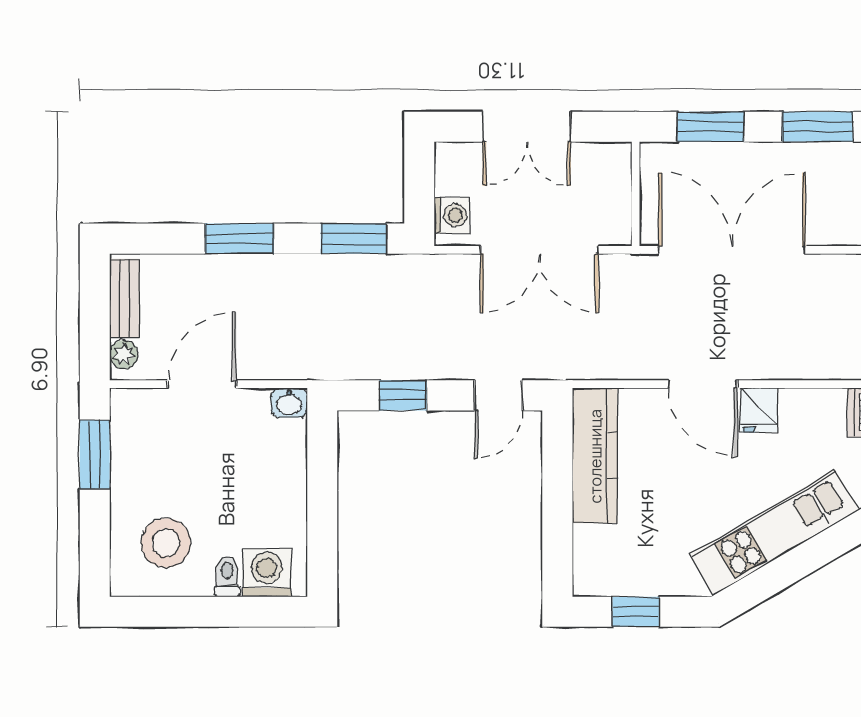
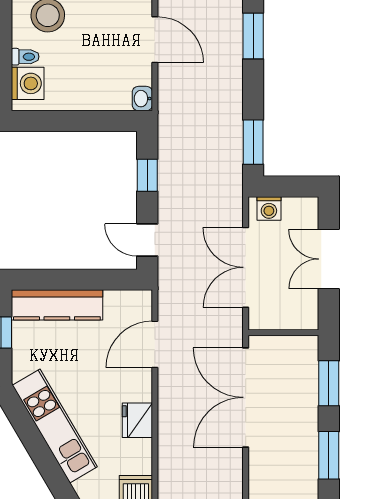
window: (239, 239) -> (253, 36), moved
double door: (732, 250) -> (246, 397), swing flipped
door: (703, 384) -> (155, 344), moved
fridge: (759, 410) -> (137, 420), width x1.38
kitchen counter: (595, 456) -> (57, 305), moved

